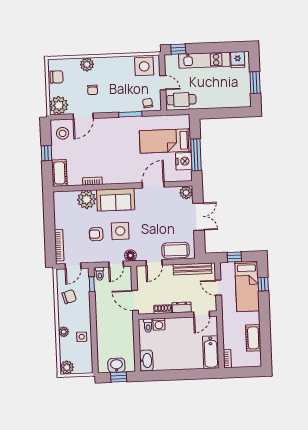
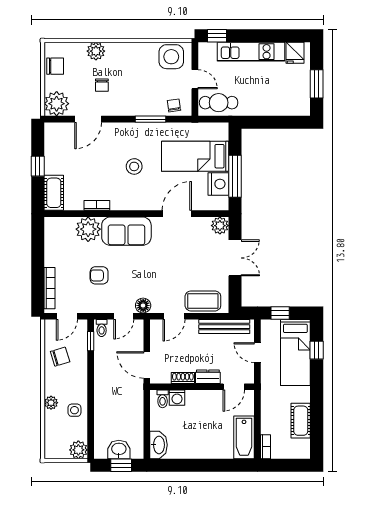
stool: (63, 133) -> (134, 166), moved
side table: (120, 231) -> (131, 273), removed
plant: (67, 367) -> (78, 450), moved

